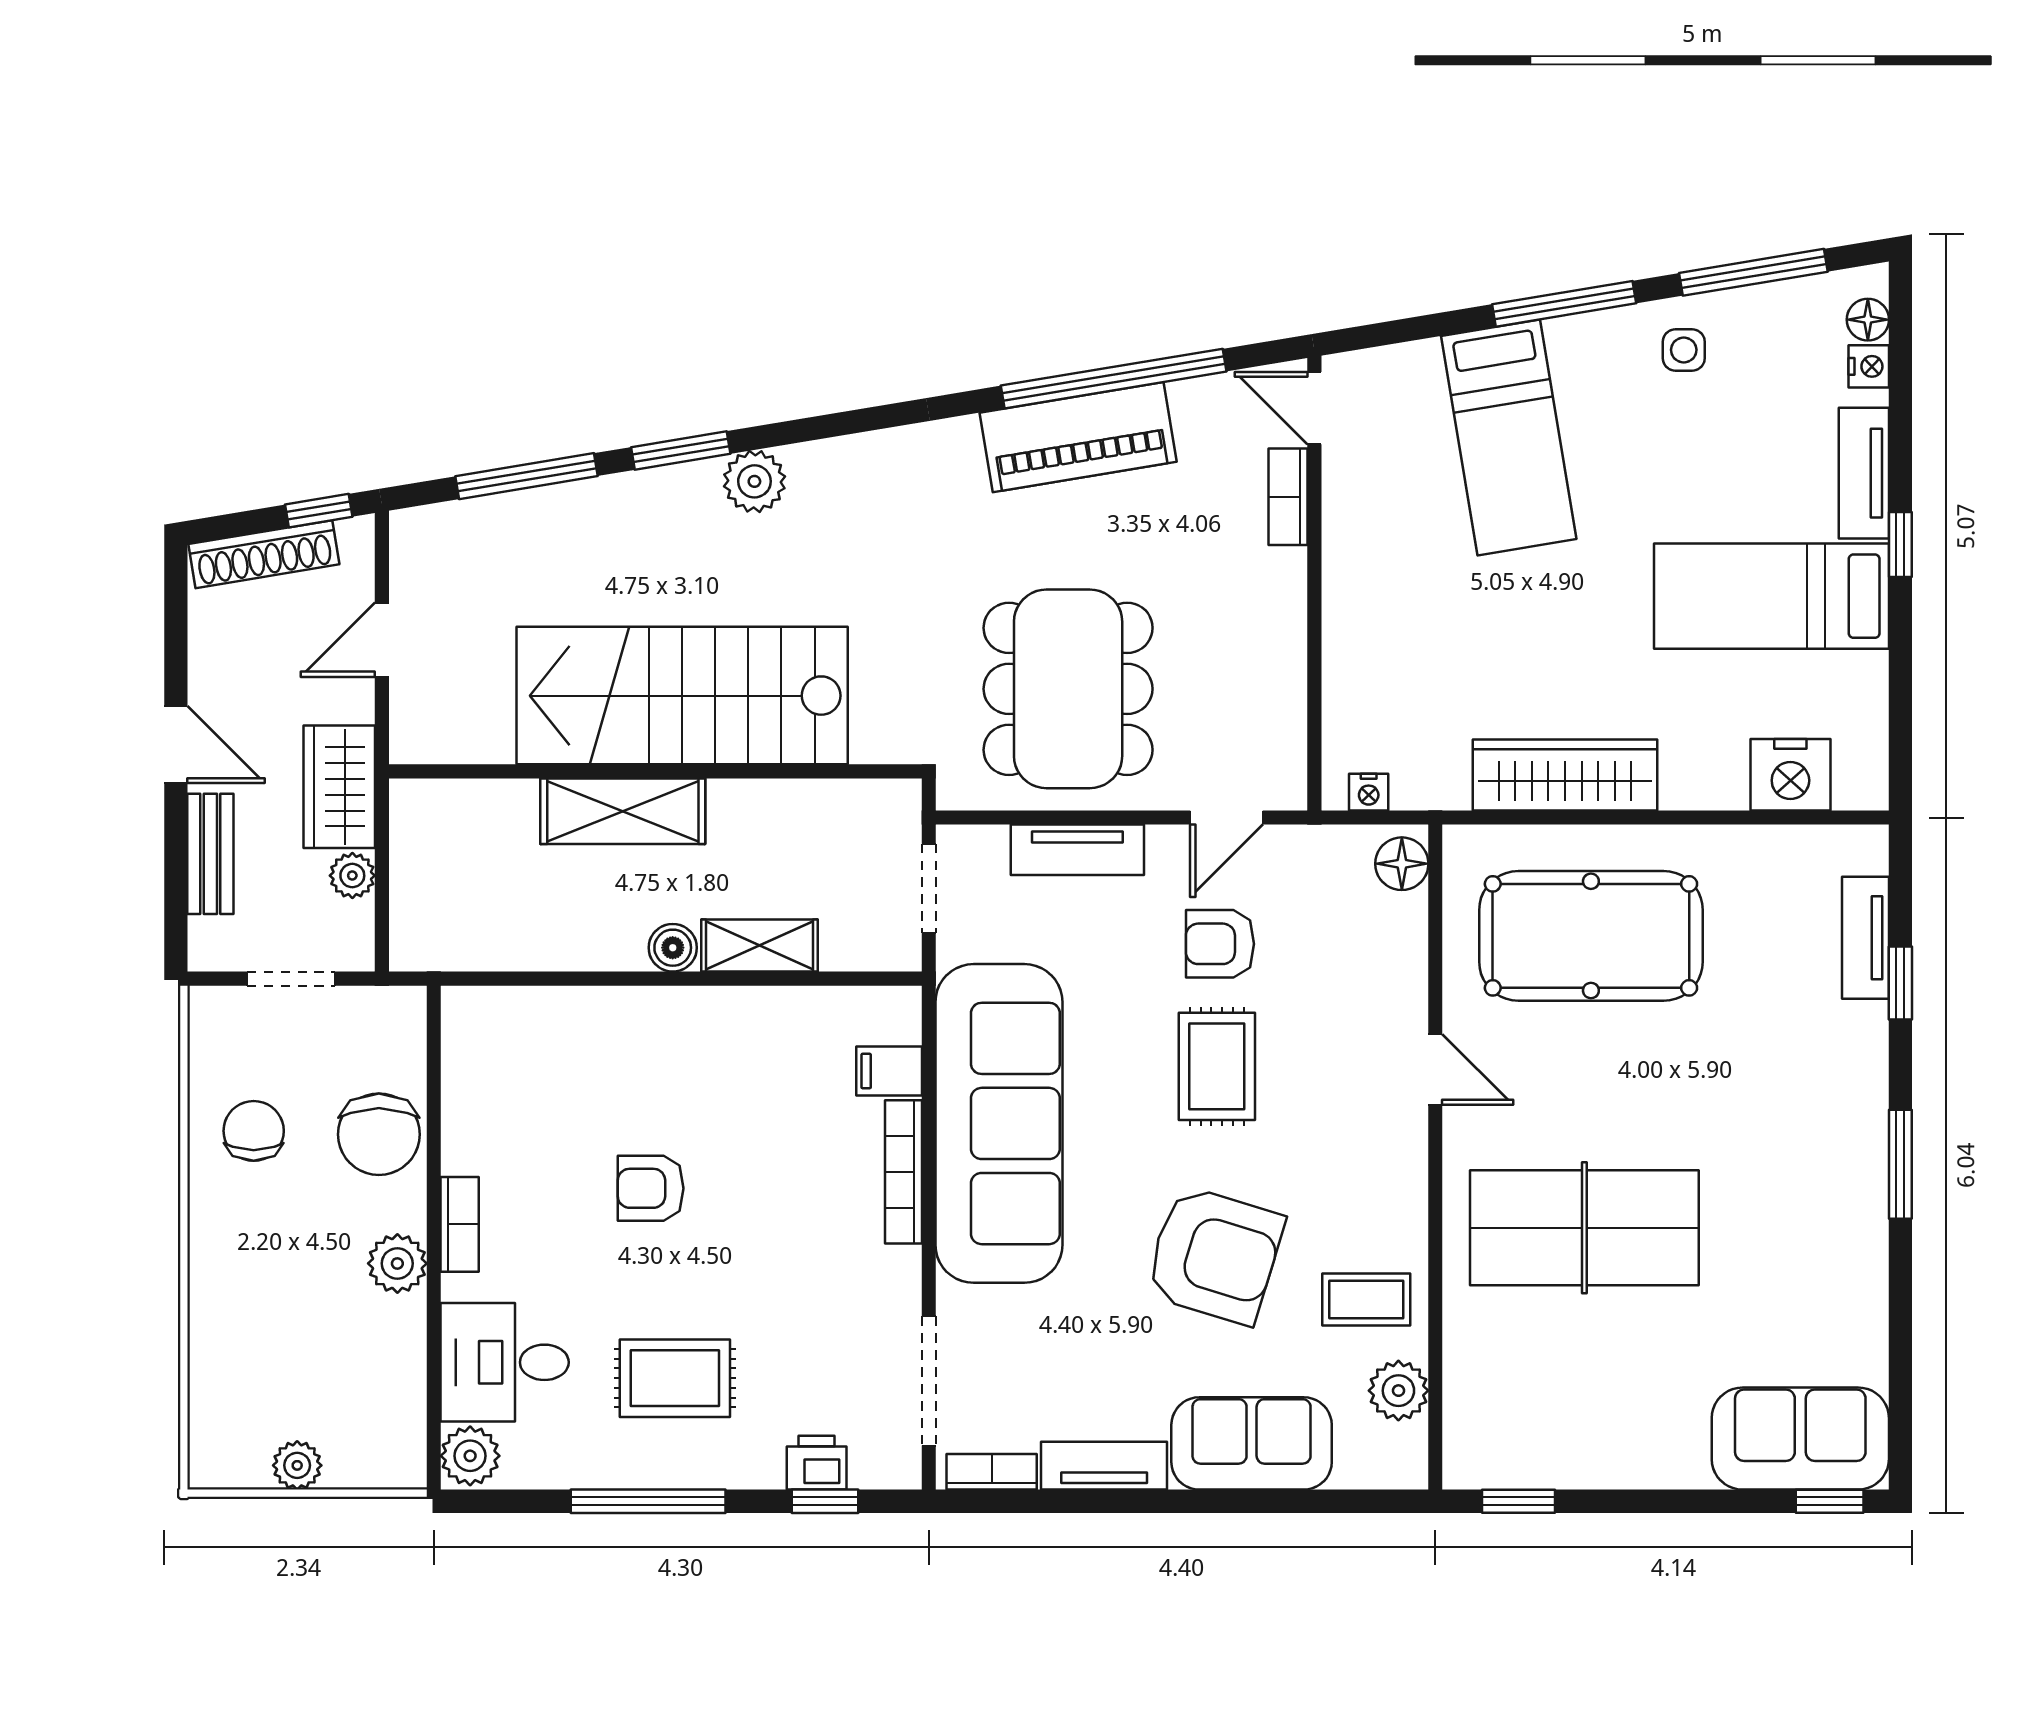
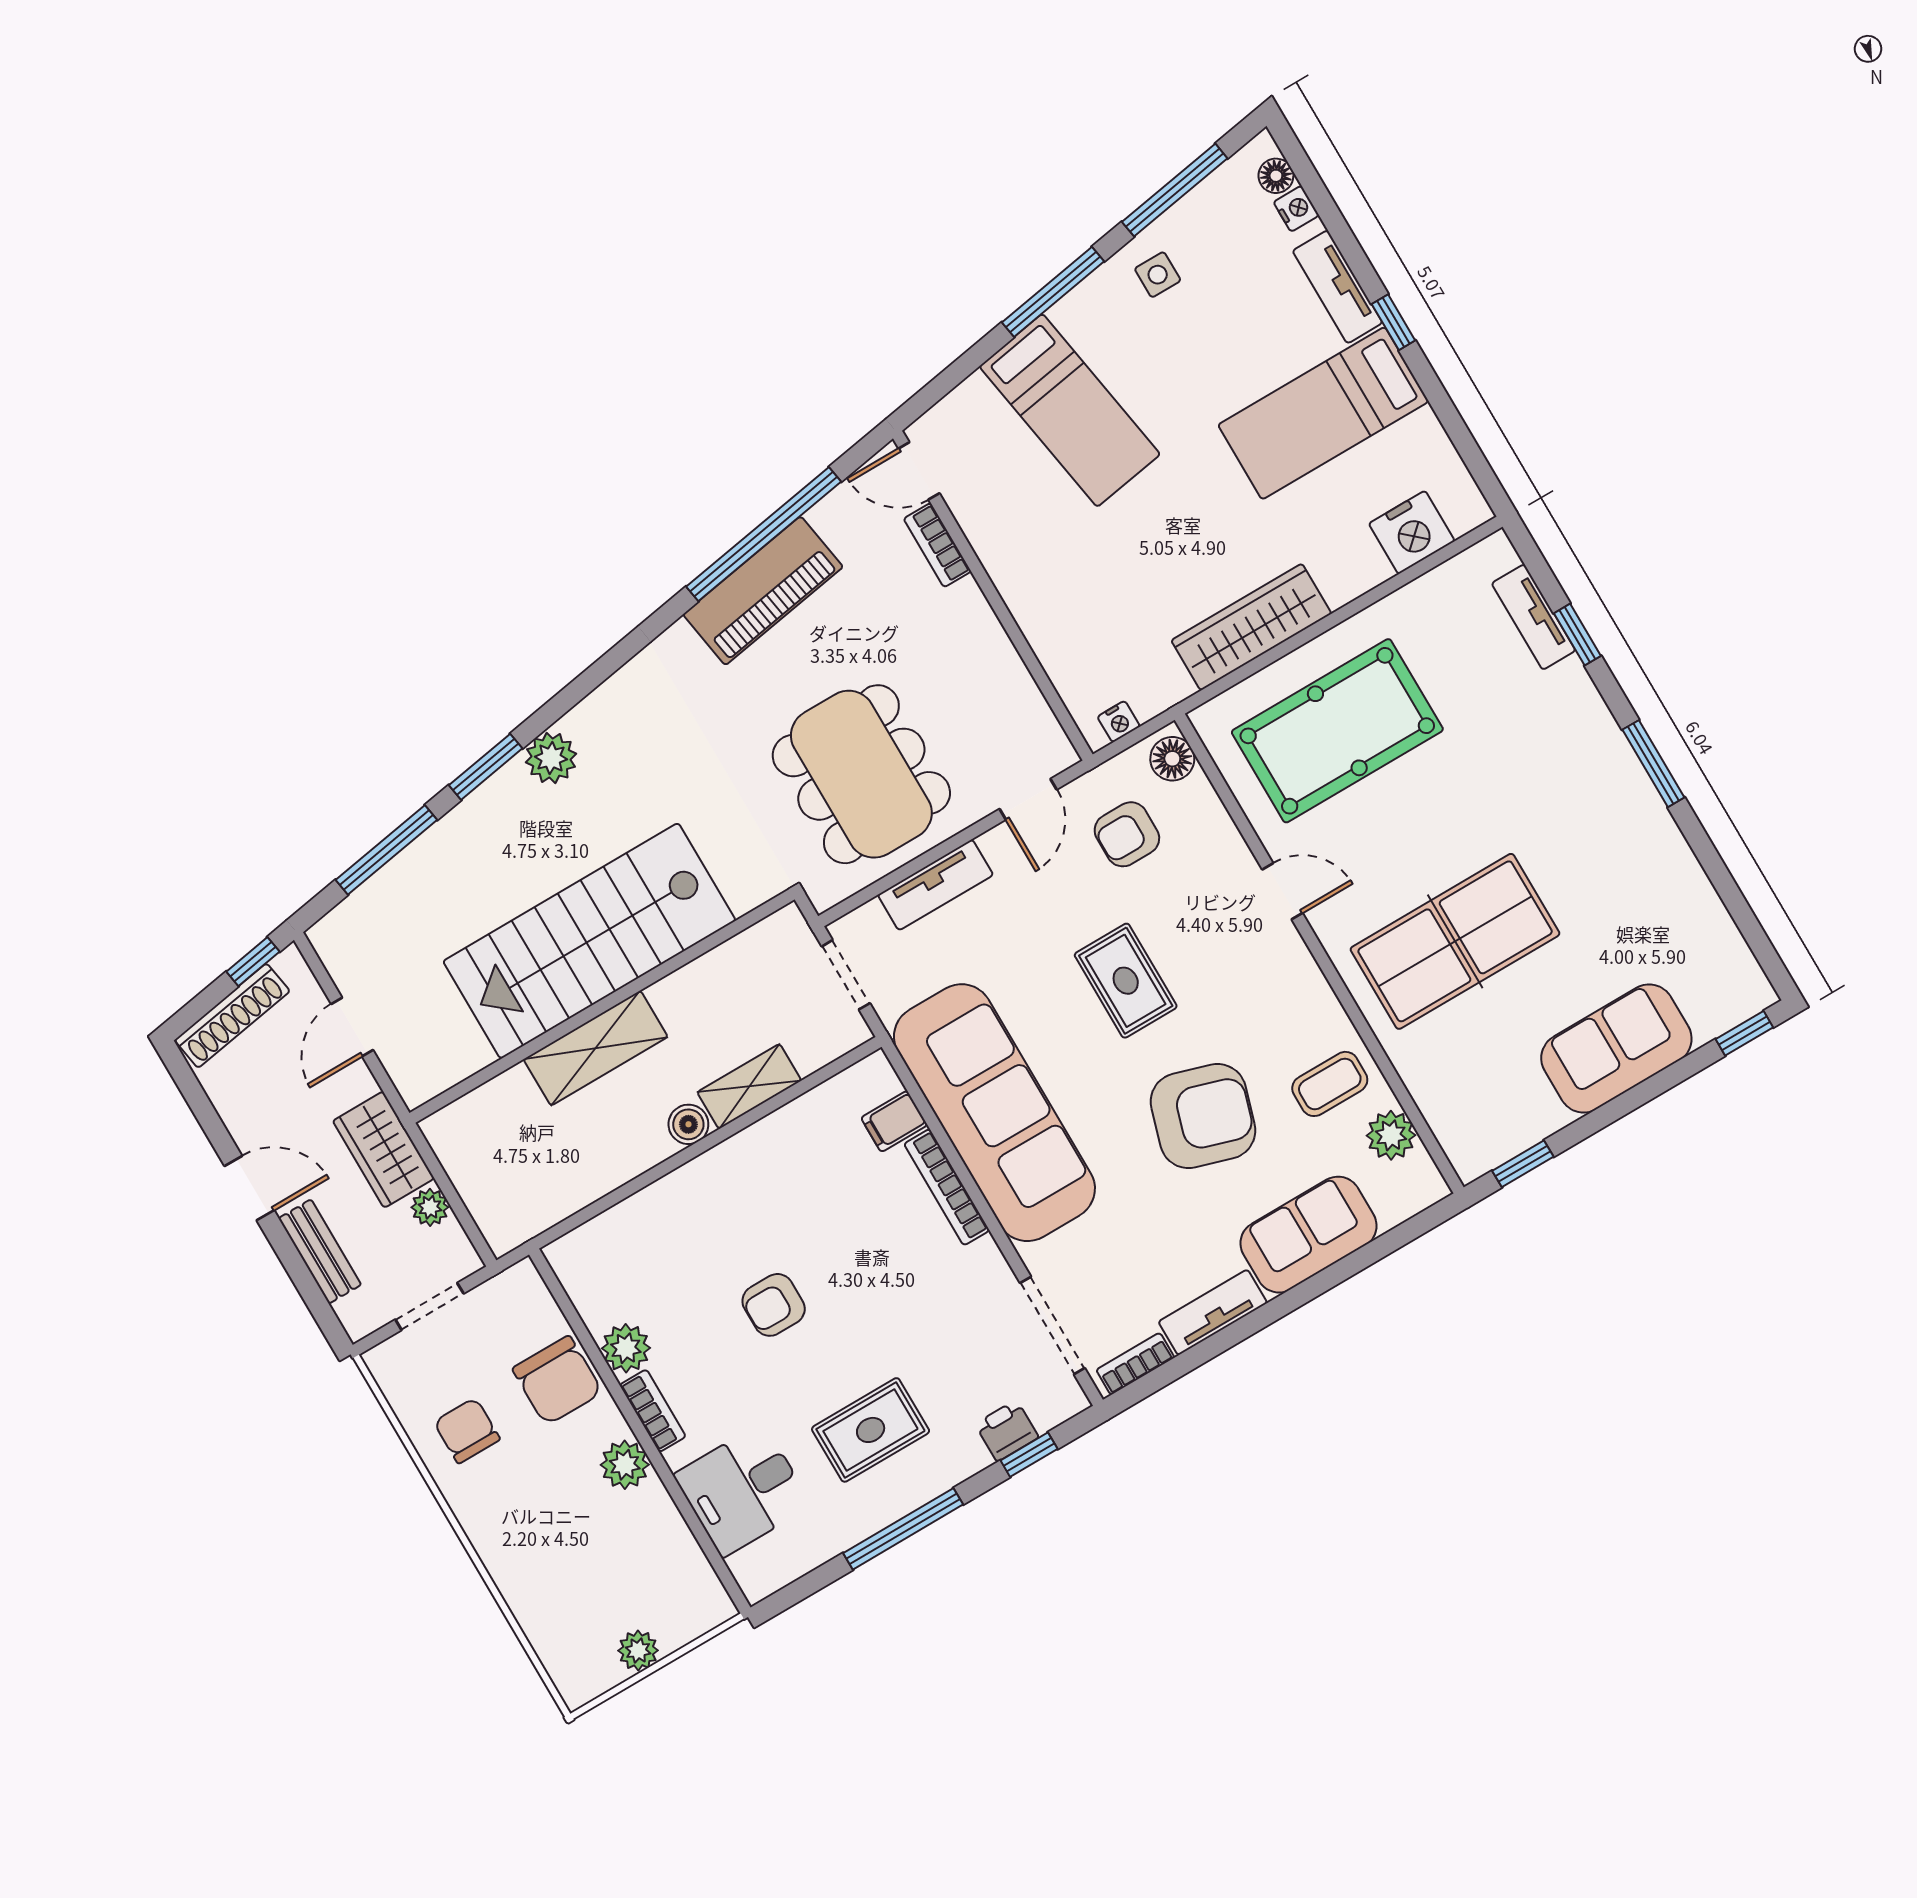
armchair: (1220, 944) -> (1127, 834), moved
sofa: (1800, 1439) -> (1616, 1049), moved
plant: (470, 1456) -> (626, 1348), moved

